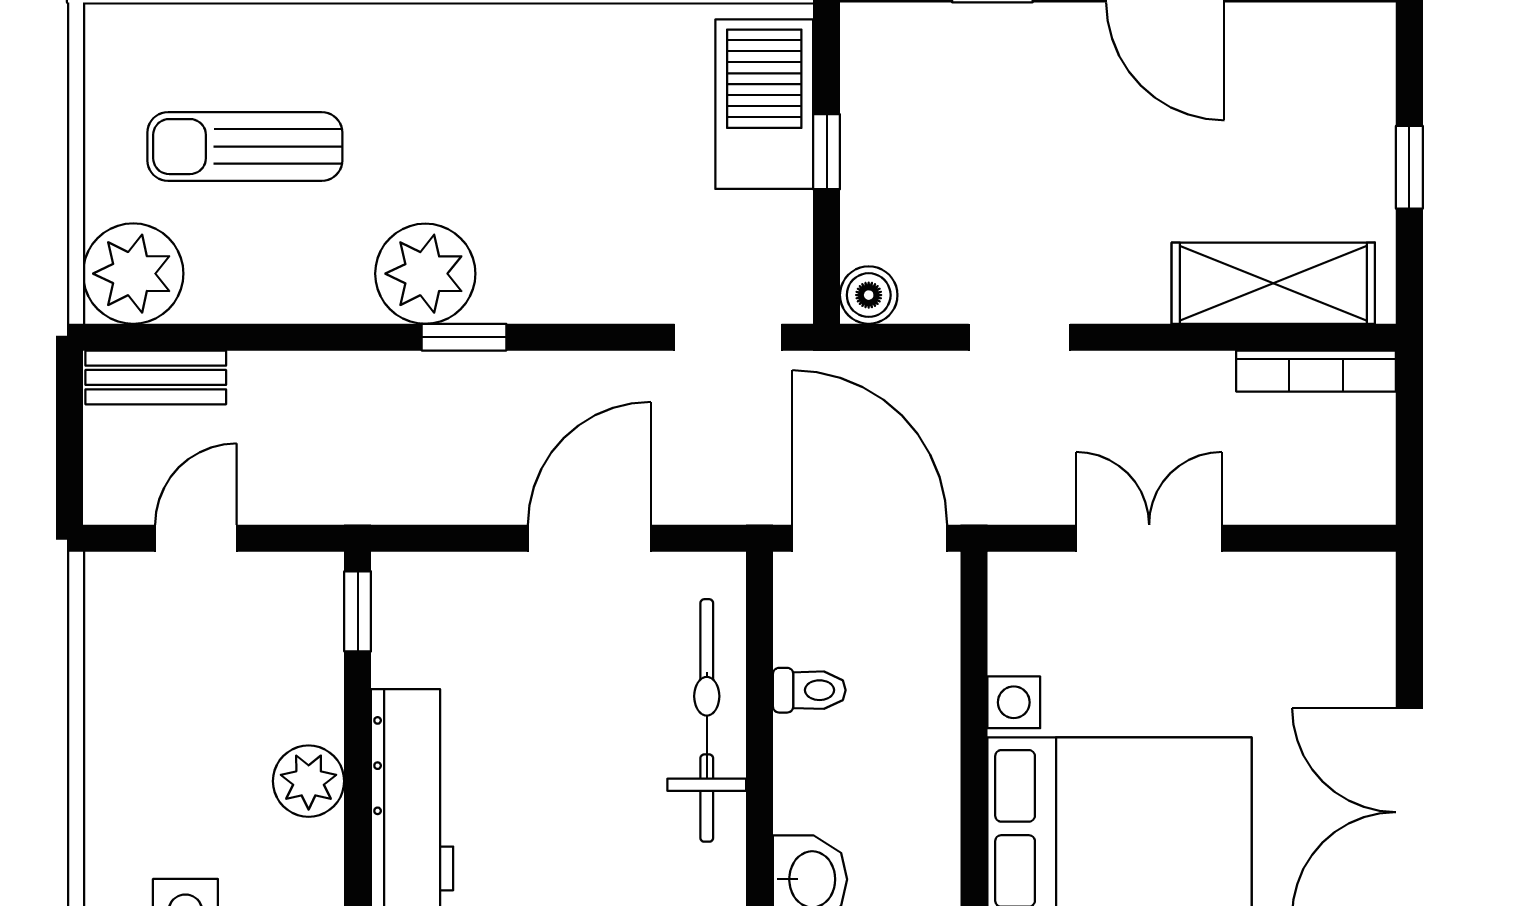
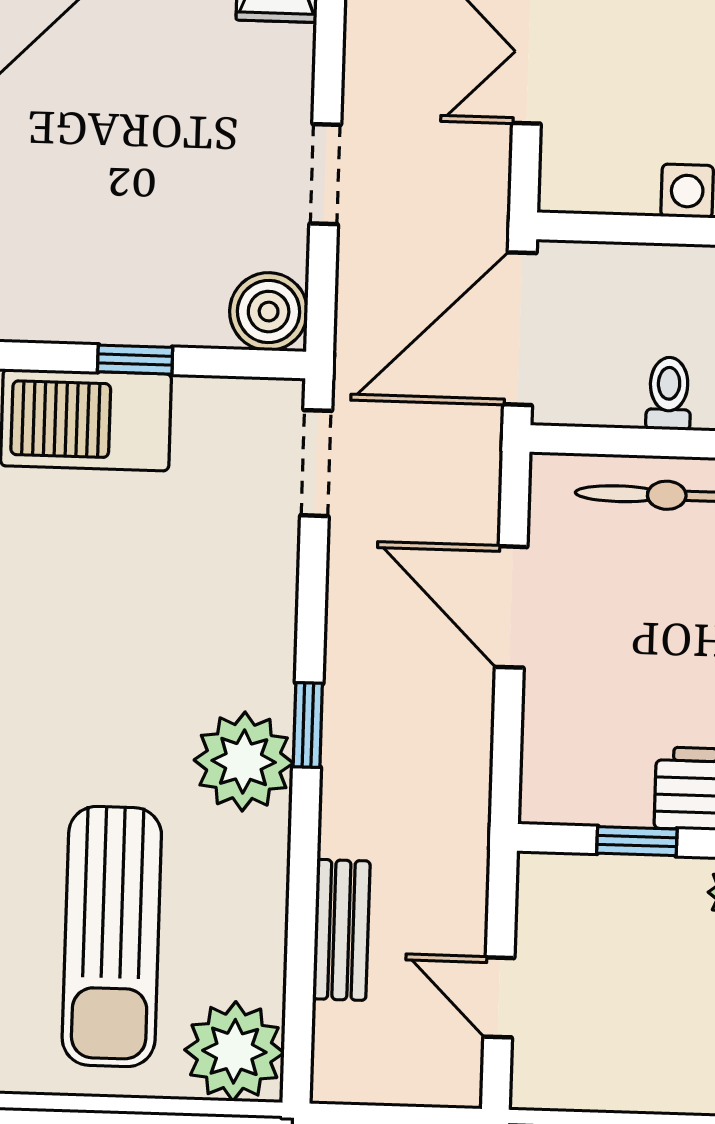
sun lounger: (245, 147) -> (112, 937), width x1.36, depth x1.34
boiler: (869, 295) -> (269, 312), width x1.36, depth x1.36
bench: (156, 377) -> (341, 930), moved
window: (358, 611) -> (637, 841), moved

